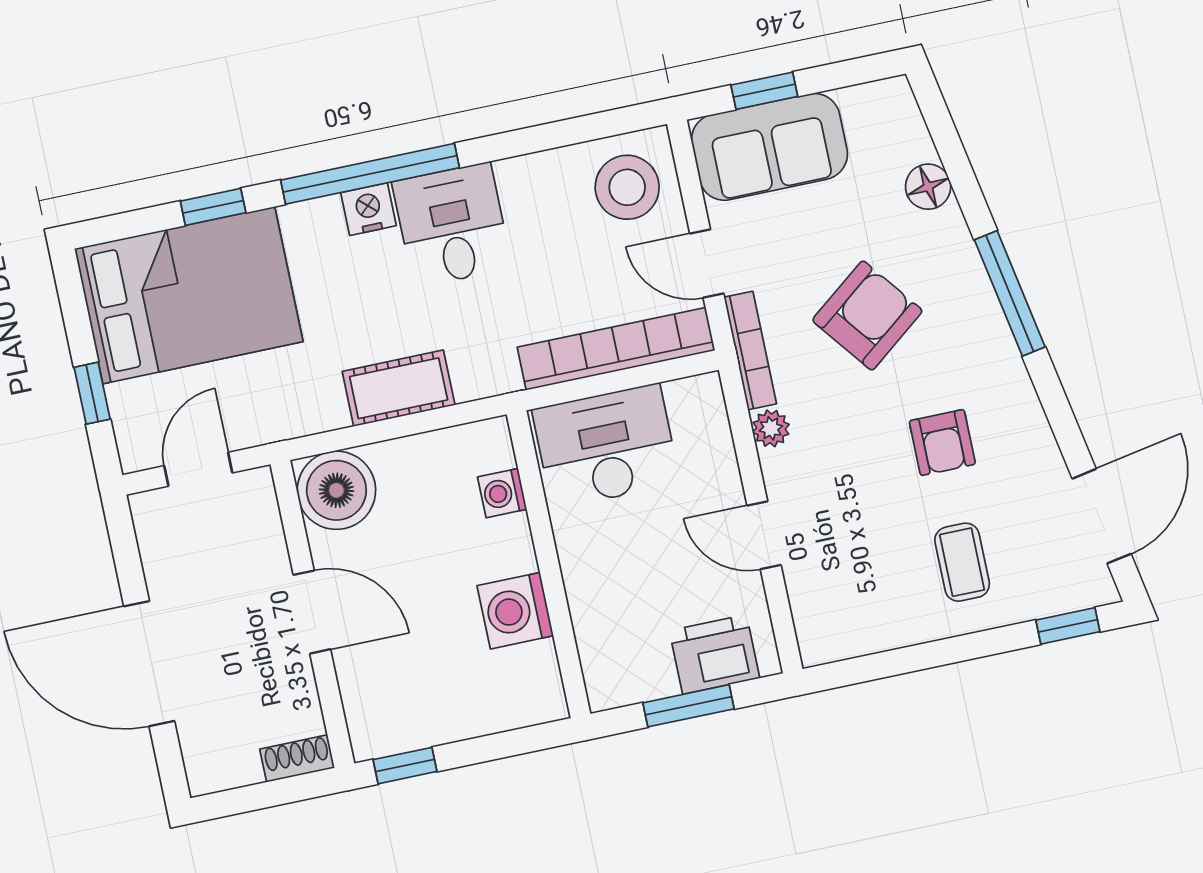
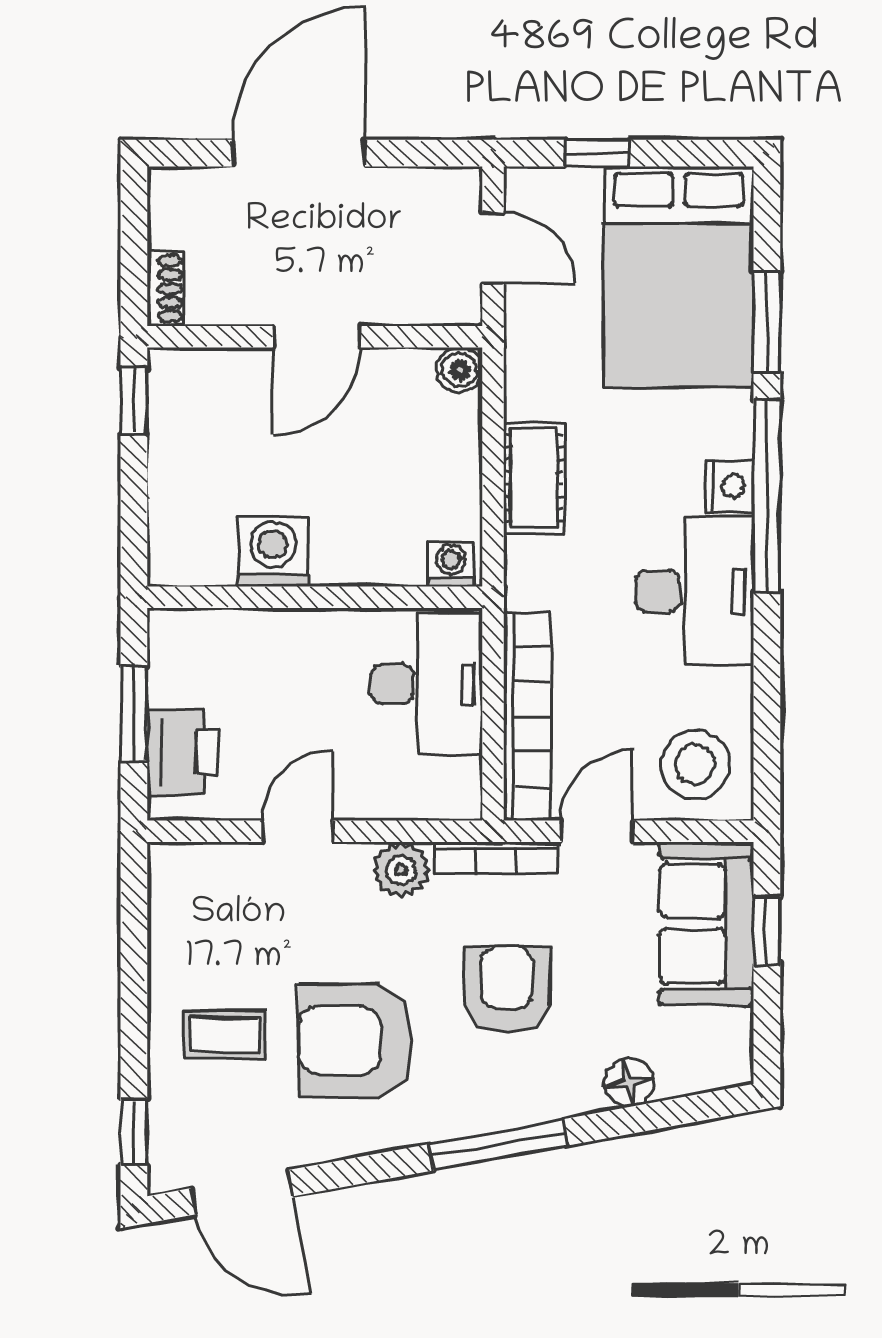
window: (213, 207) -> (767, 322), width x1.50
desk: (452, 225) -> (695, 591), width x1.37
armchair: (867, 315) -> (506, 989), turned -142
plant: (771, 428) -> (401, 870), width x1.38, depth x1.38
armchair: (942, 443) -> (356, 1040), width x1.88, depth x1.88
boiler: (336, 490) -> (460, 370), width x0.54, depth x0.54
washing machine: (502, 493) -> (451, 564), moved

